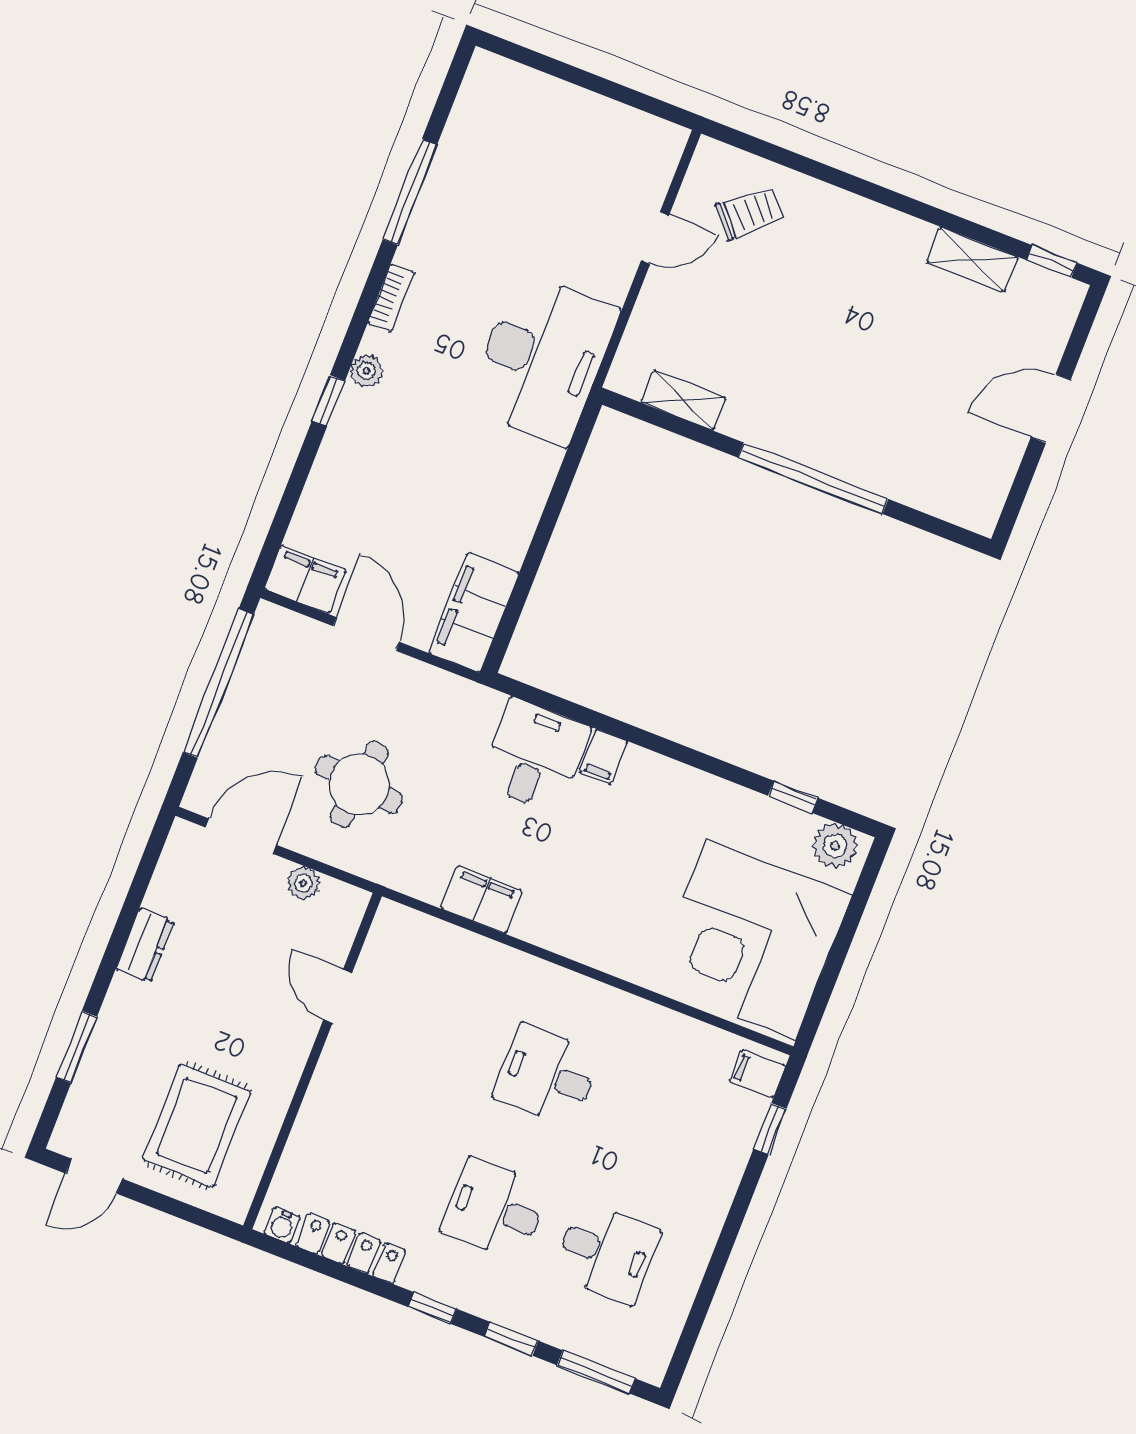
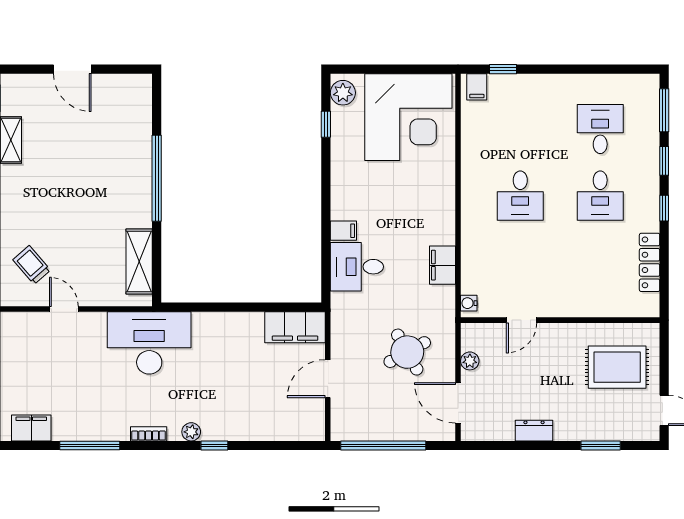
shelving: (683, 400) -> (139, 261), width x1.50, depth x1.33
filing cabinet: (305, 580) -> (31, 428), moved, turned 90
round table: (359, 784) -> (407, 352), turned -36
water cooler: (282, 1225) -> (469, 303), moved, turned 180

